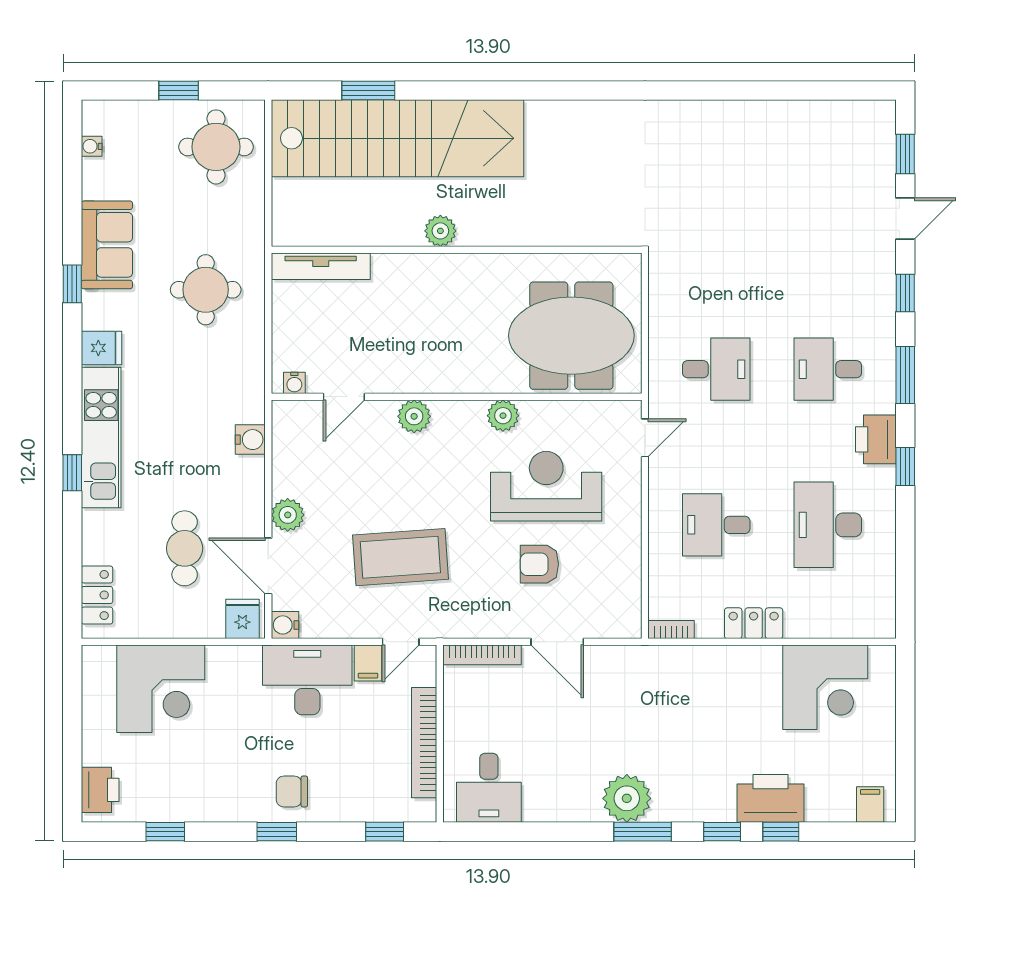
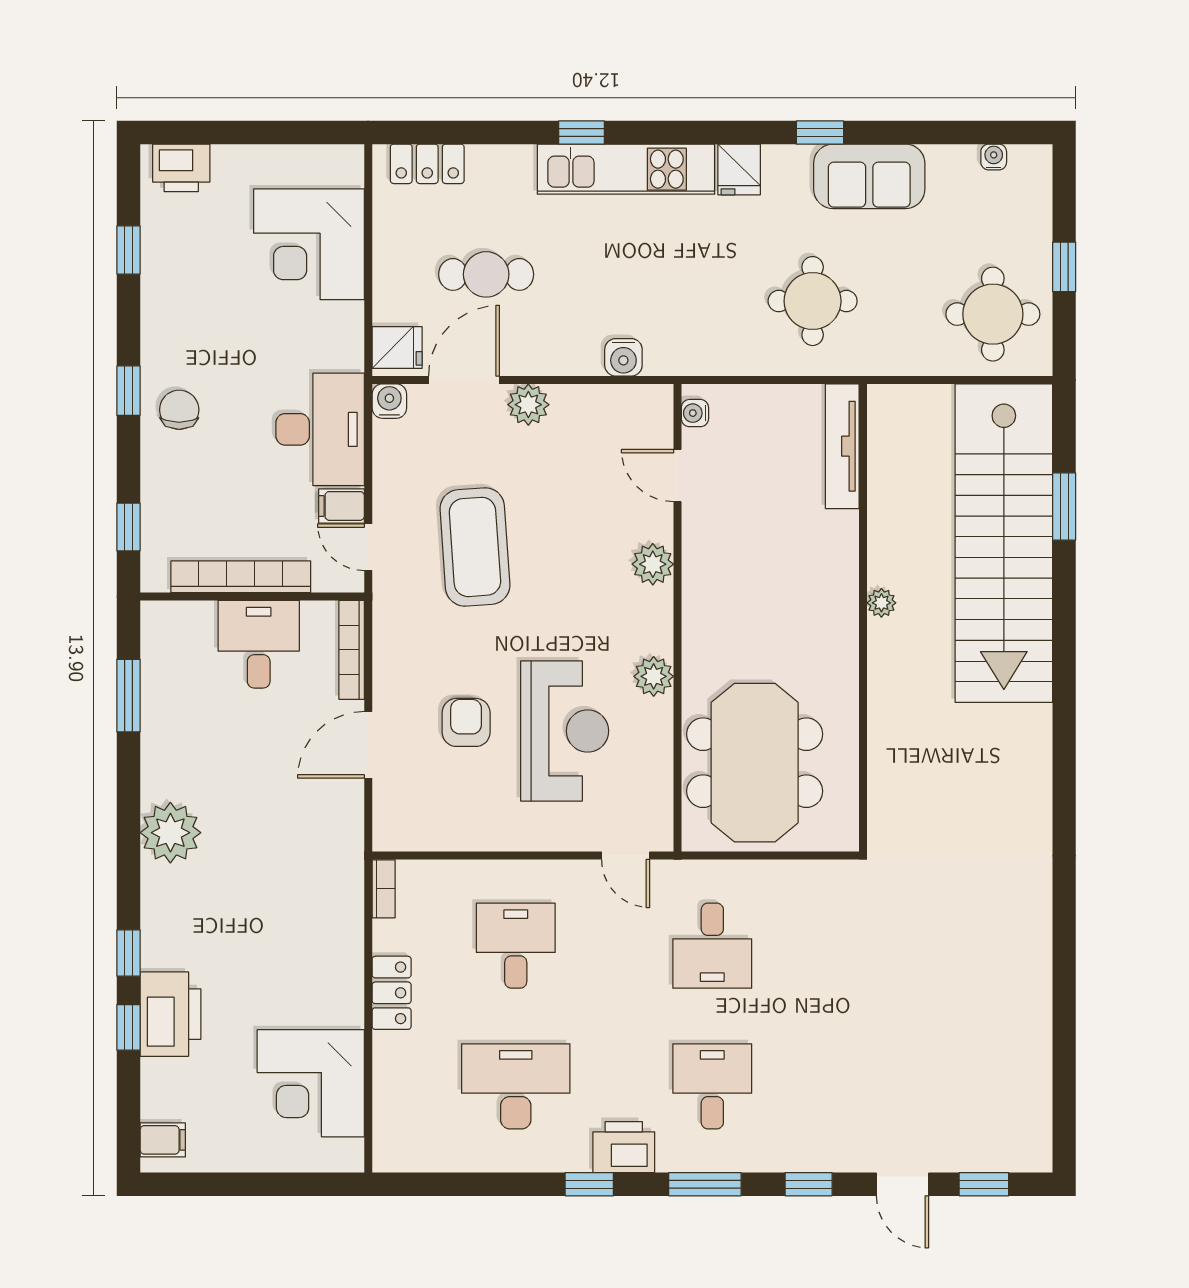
plant: (440, 231) -> (881, 603), width x0.73, depth x0.73
desk: (489, 788) -> (259, 644), moved, turned 90
window: (643, 832) -> (128, 696), moved

